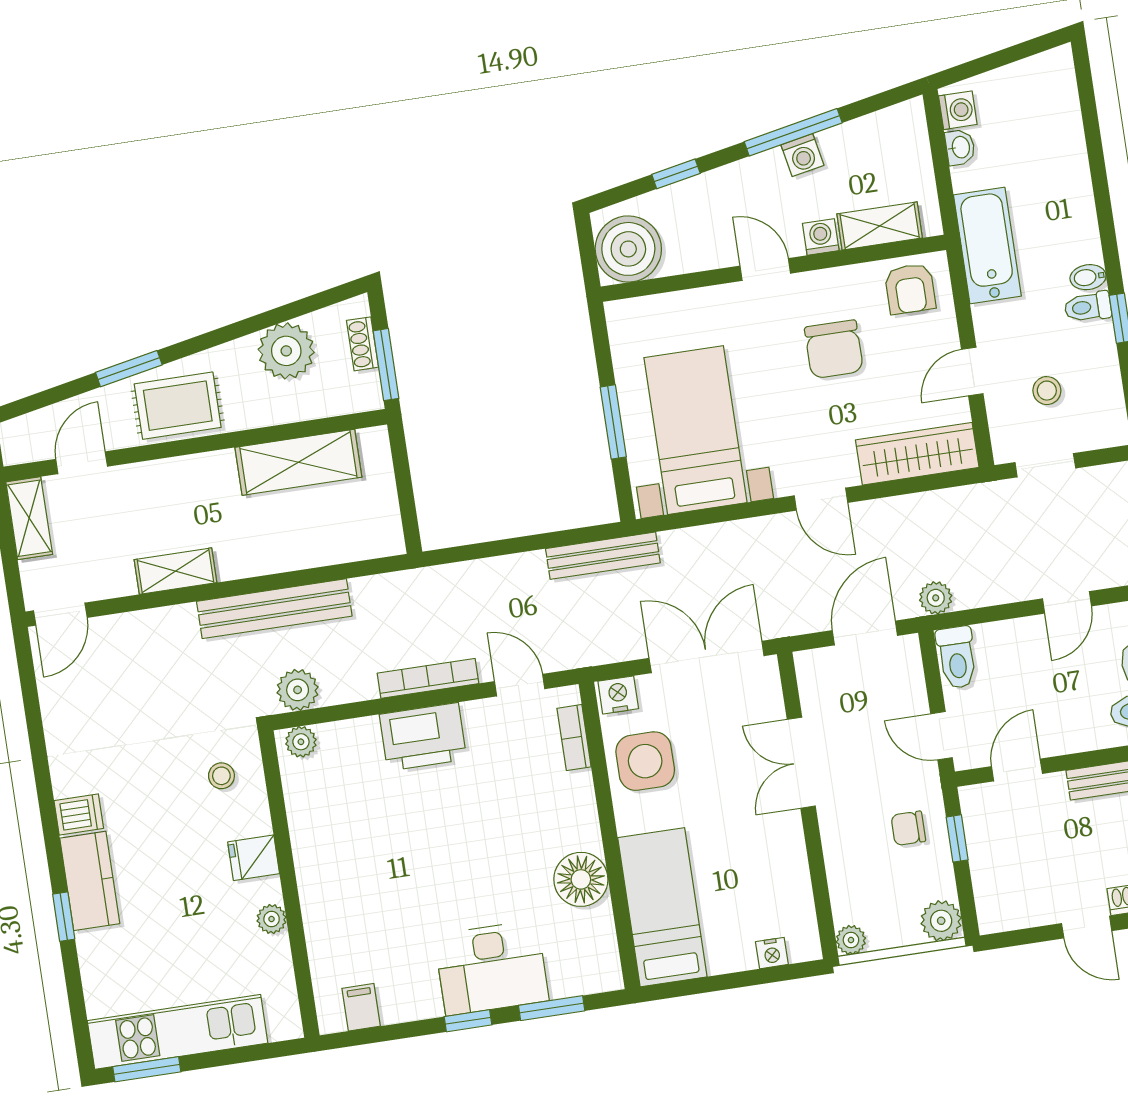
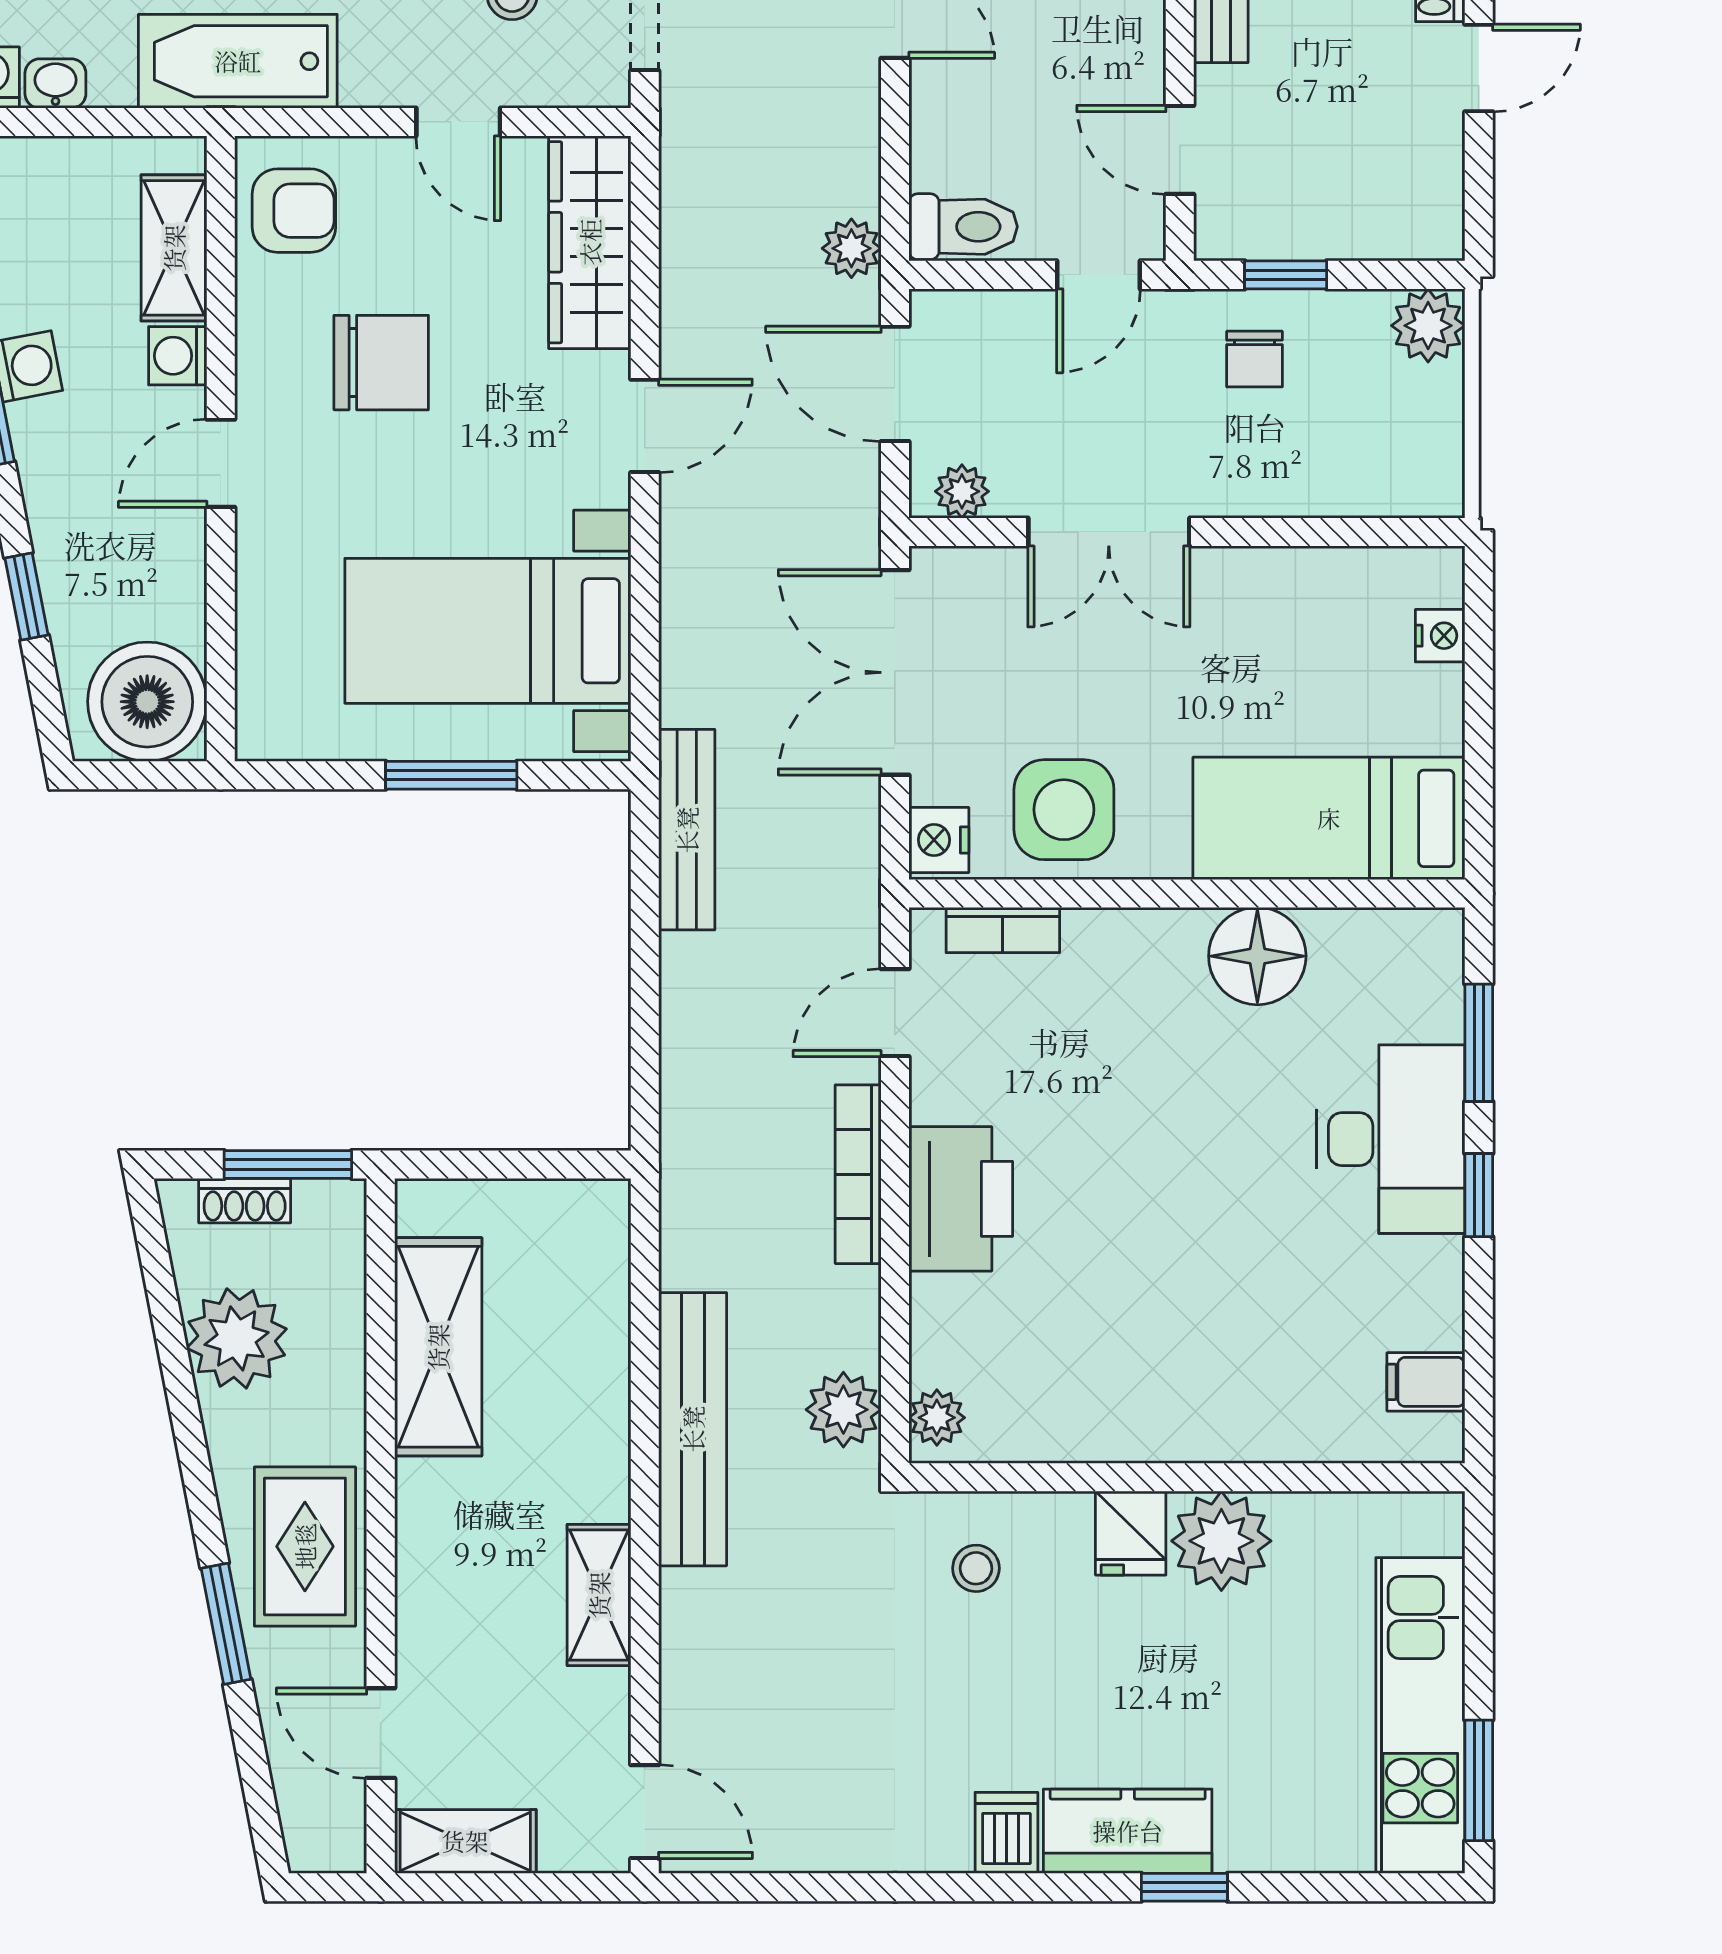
plant: (272, 919) -> (1221, 1541), width x1.87, depth x1.87
plant: (851, 940) -> (962, 491), moved

